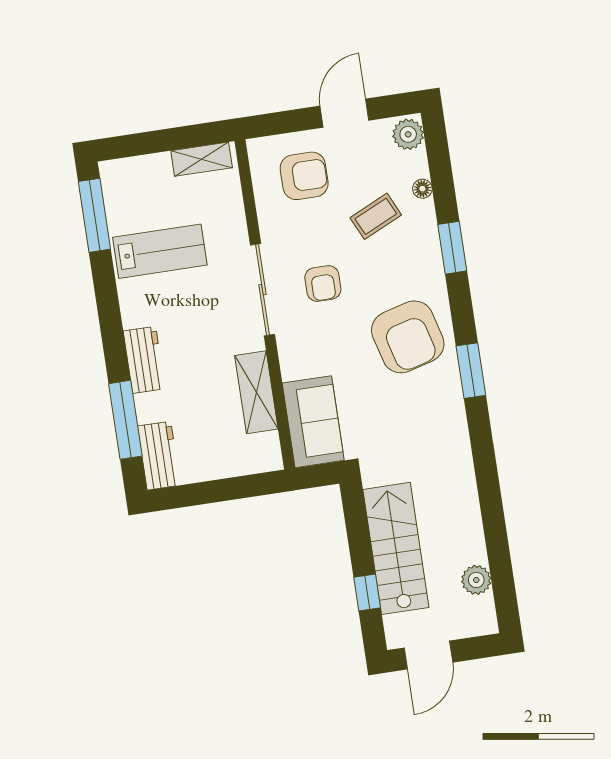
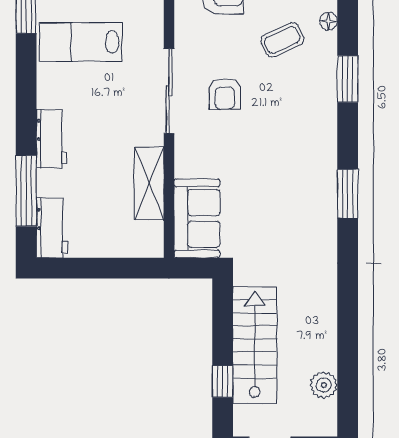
lab bench: (160, 251) -> (81, 42), turned 180
armchair: (408, 337) -> (295, 154), removed

